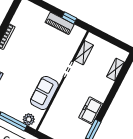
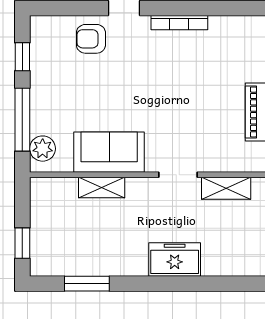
shelving: (116, 70) -> (102, 188), moved
freezer: (91, 111) -> (175, 259), moved

